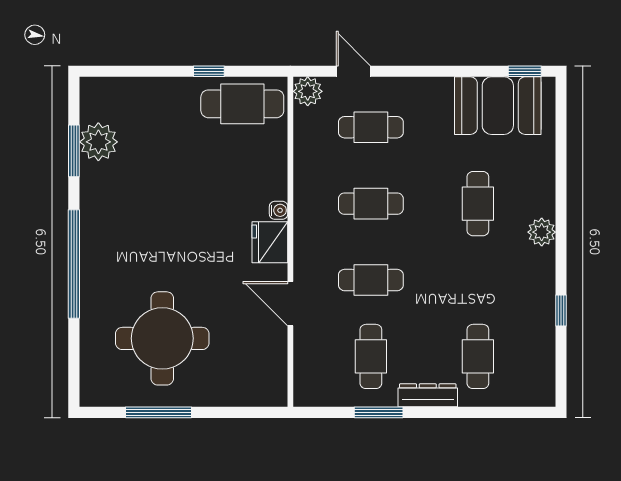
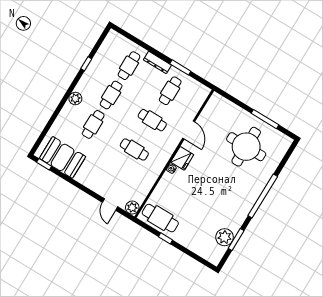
cafe table: (371, 127) -> (111, 95), moved, turned 90

